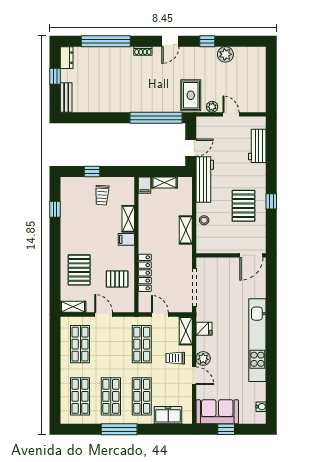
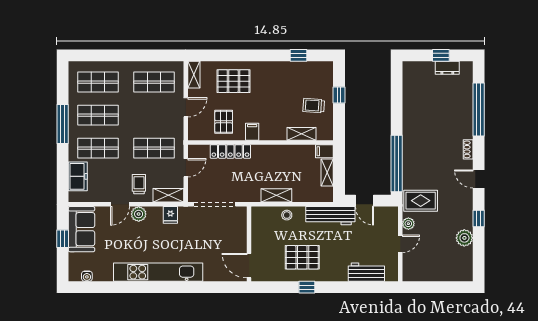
dresser: (67, 58) -> (447, 68), moved
bench: (66, 97) -> (418, 67), removed
shelving: (128, 219) -> (301, 134), moved
filing cabinet: (126, 239) -> (252, 132), moved

